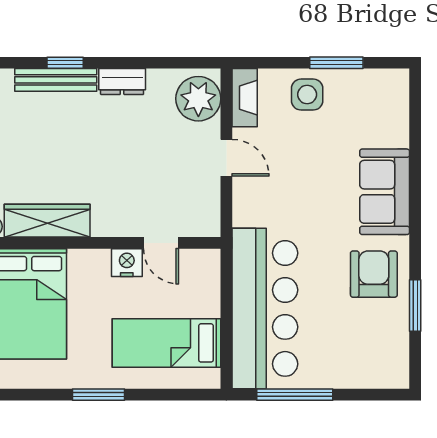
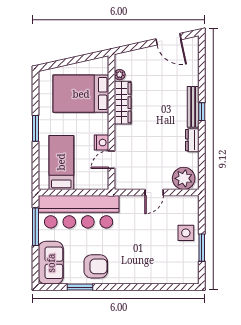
fireplace: (245, 98) -> (184, 202), removed
sofa: (385, 192) -> (51, 263), moved, turned 90

